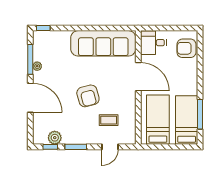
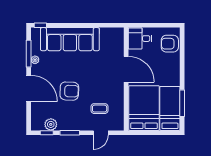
sofa: (103, 43) -> (70, 39), moved
armchair: (88, 96) -> (69, 91), moved, turned -73
bed: (158, 120) -> (144, 108), width x1.50

